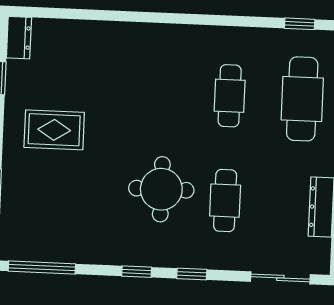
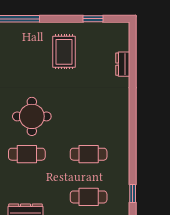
dresser: (19, 38) -> (123, 64), moved, turned 90
cafe table: (302, 99) -> (89, 197), width x0.73, depth x0.74

